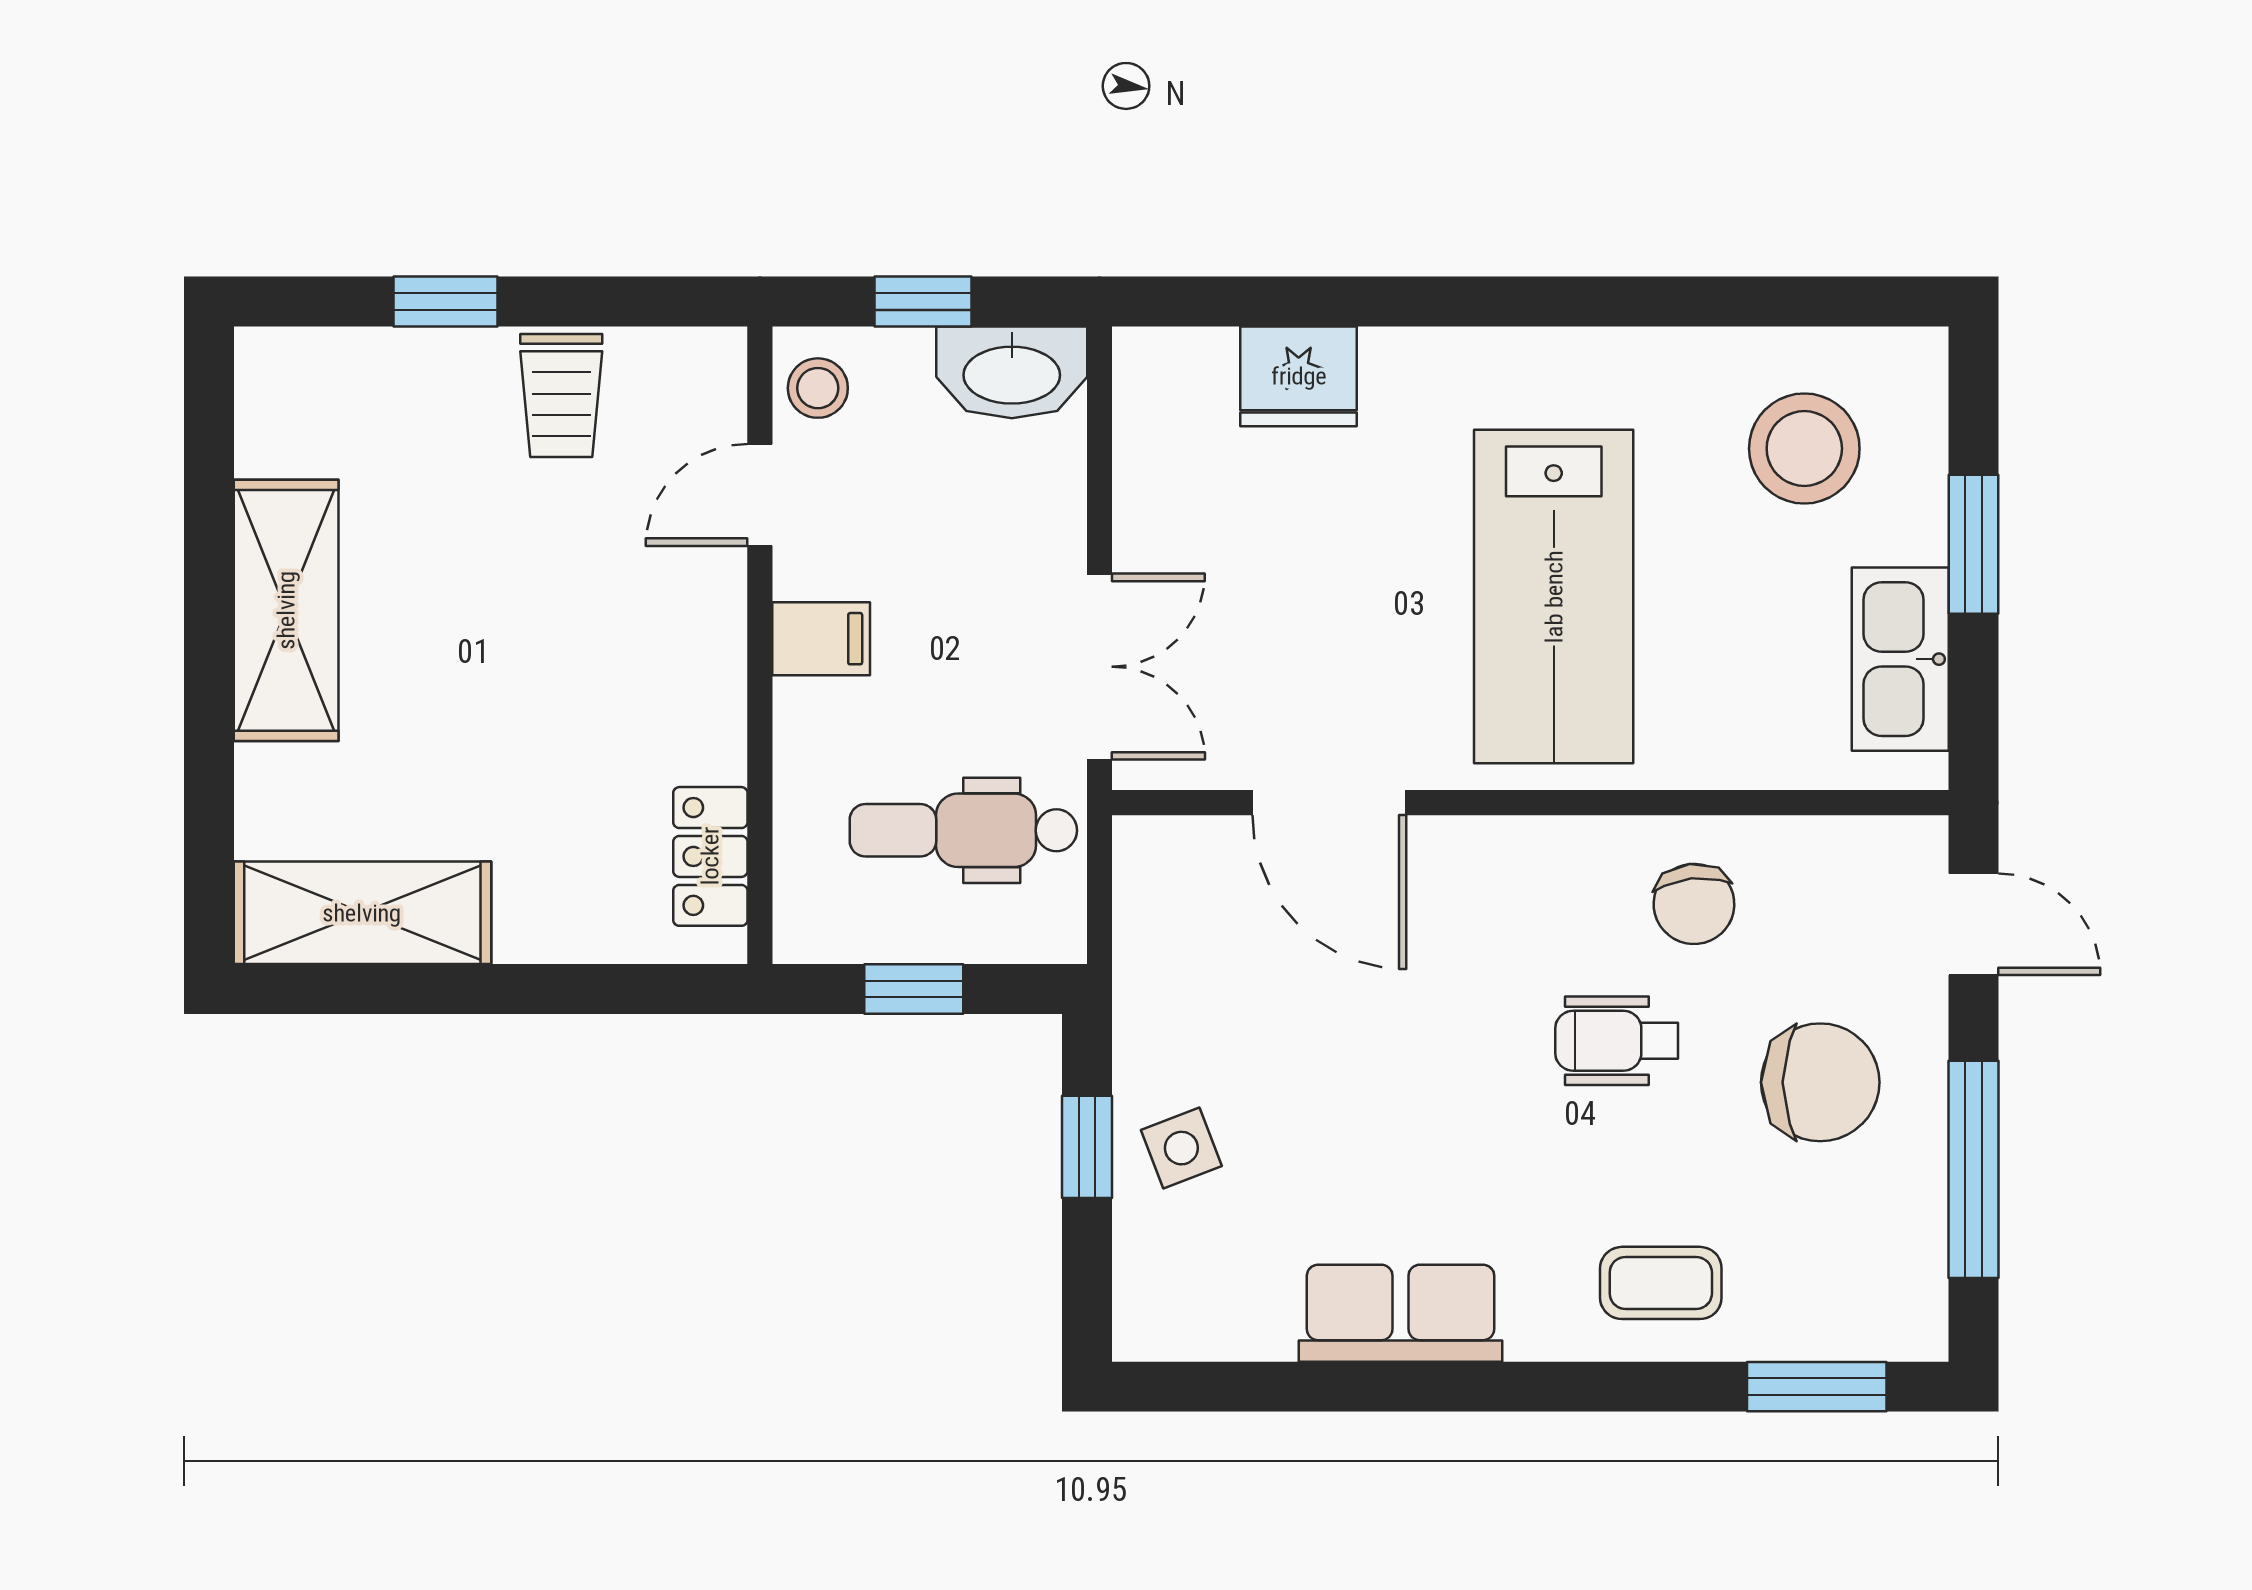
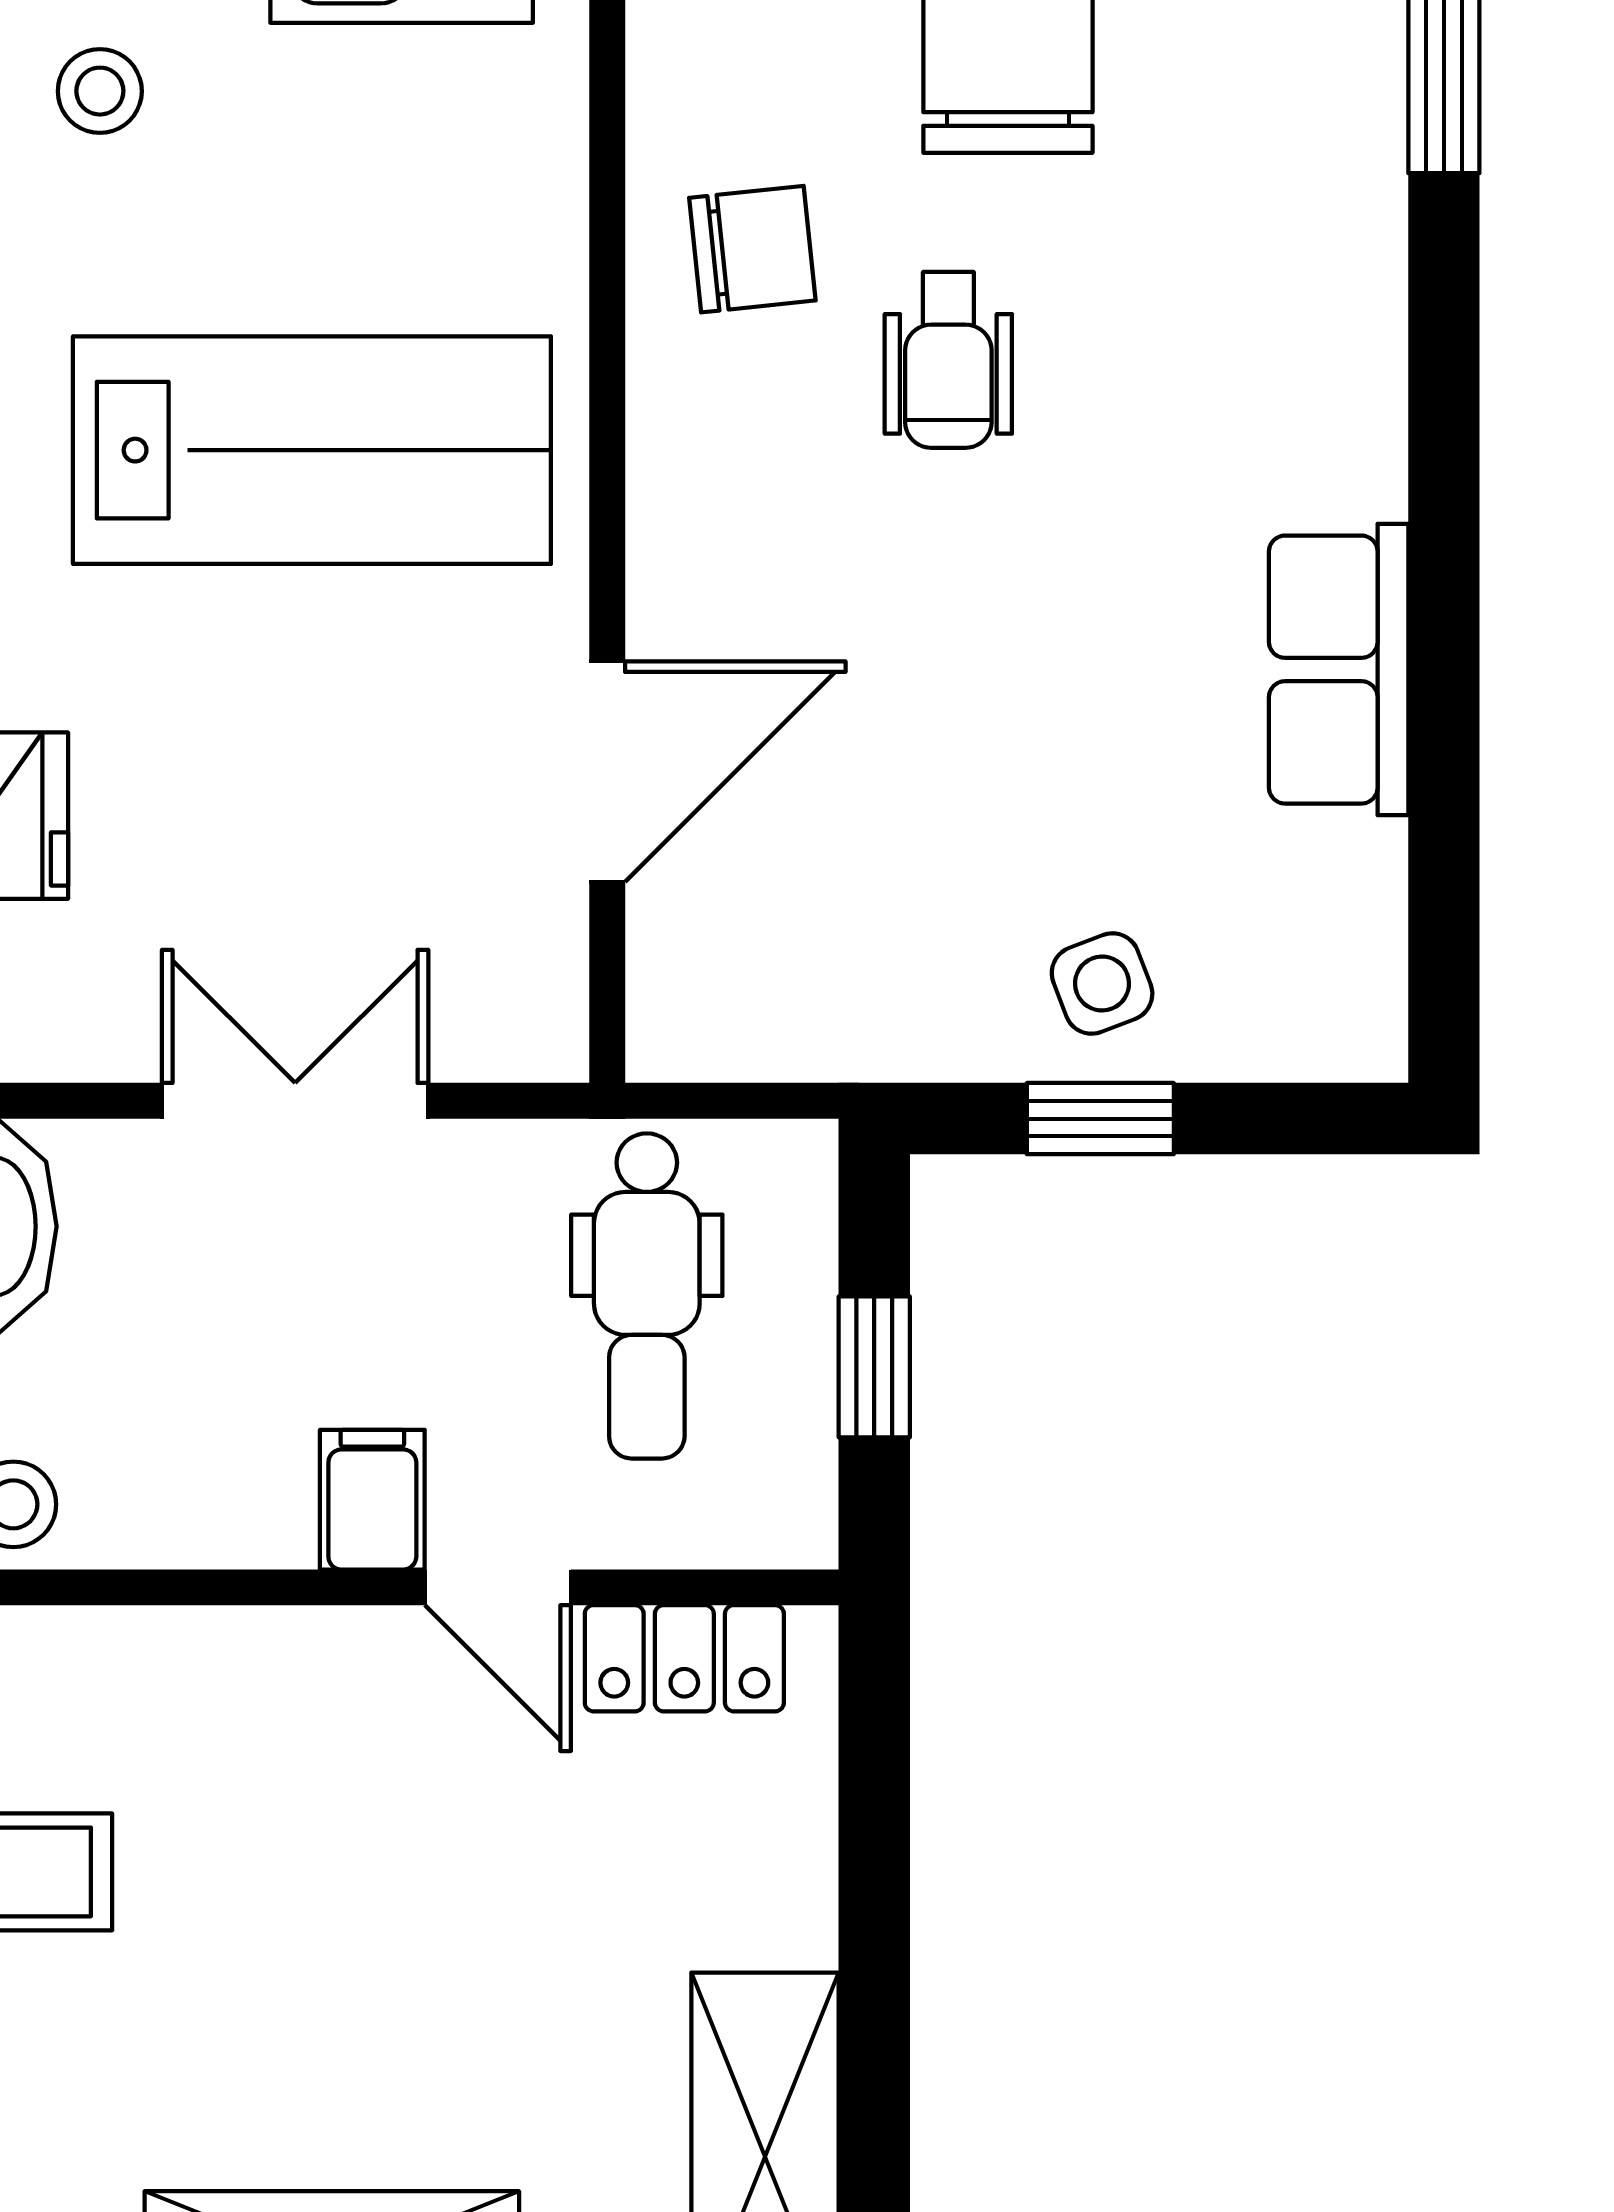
stool: (1804, 449) -> (100, 91), width x0.53, depth x0.53
door: (760, 495) -> (498, 1587), moved
double door: (1100, 667) -> (295, 1101), moved
coffee table: (1661, 1283) -> (1295, 297), removed

